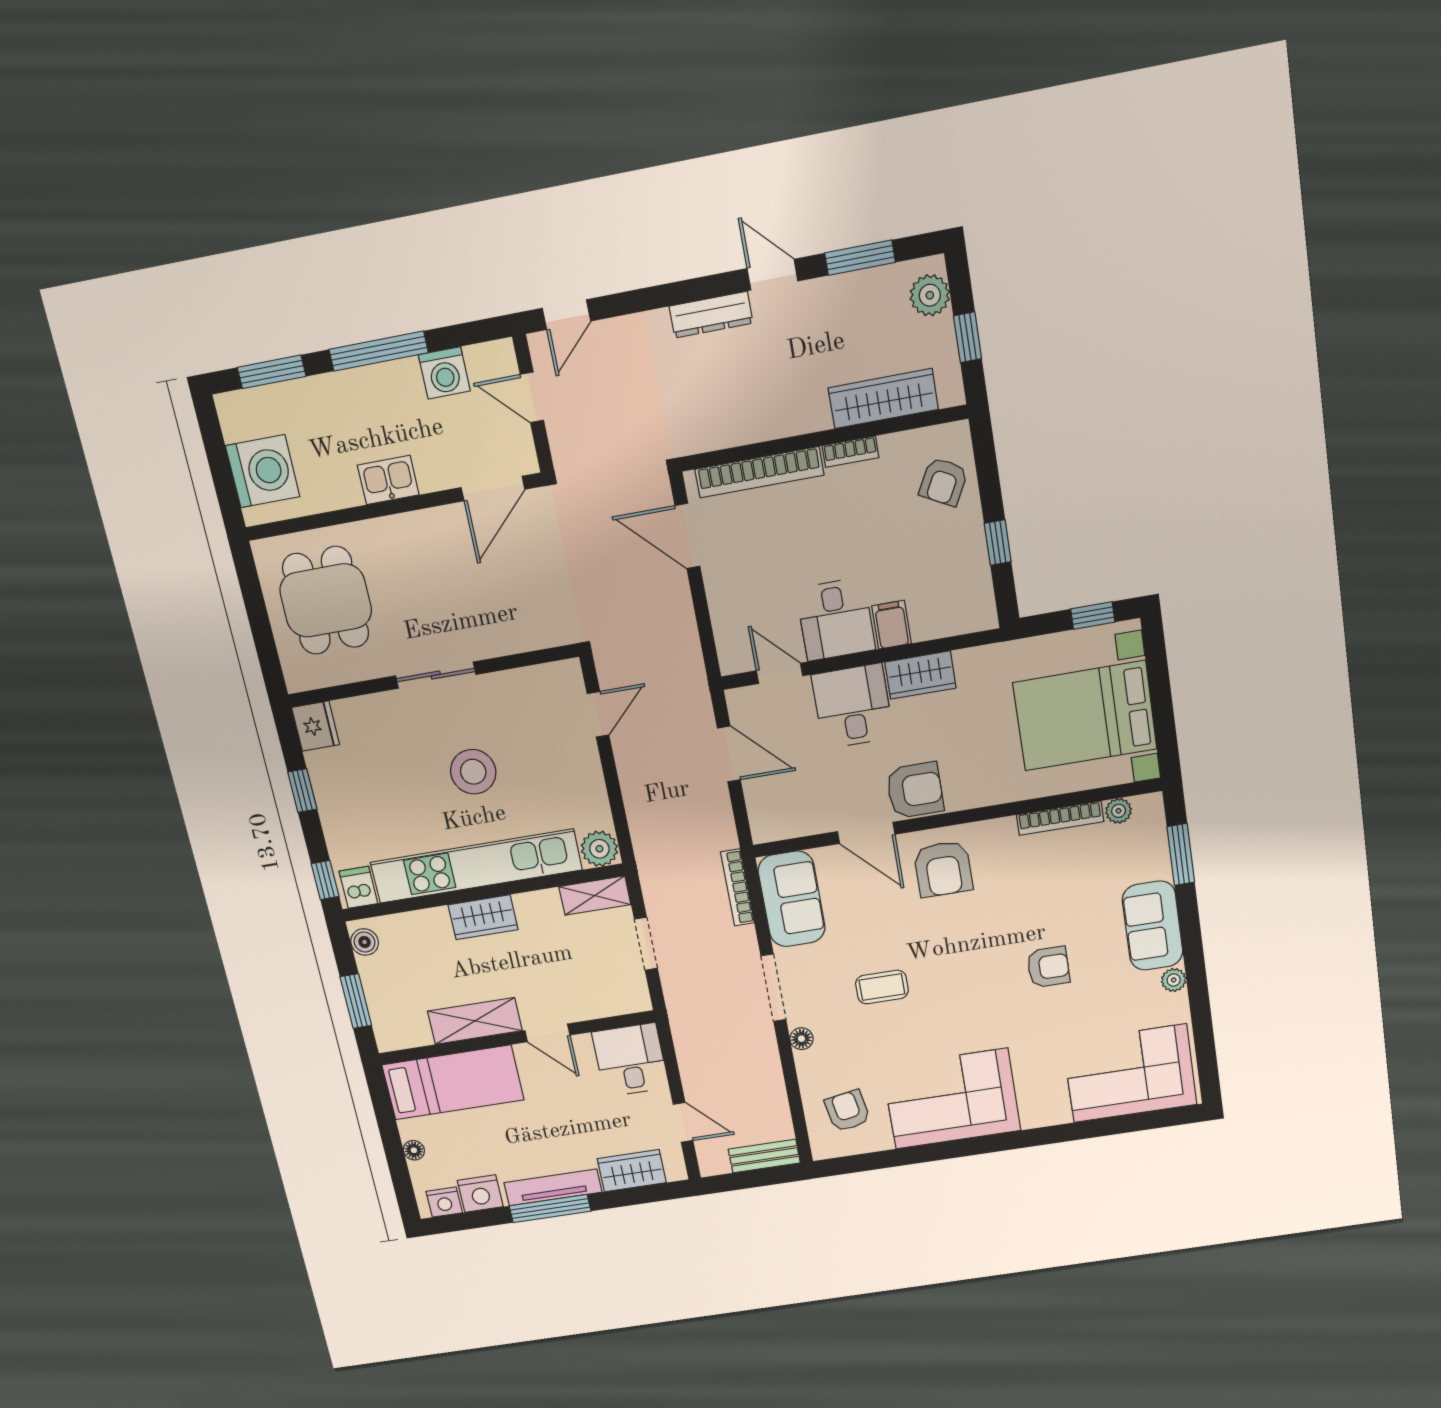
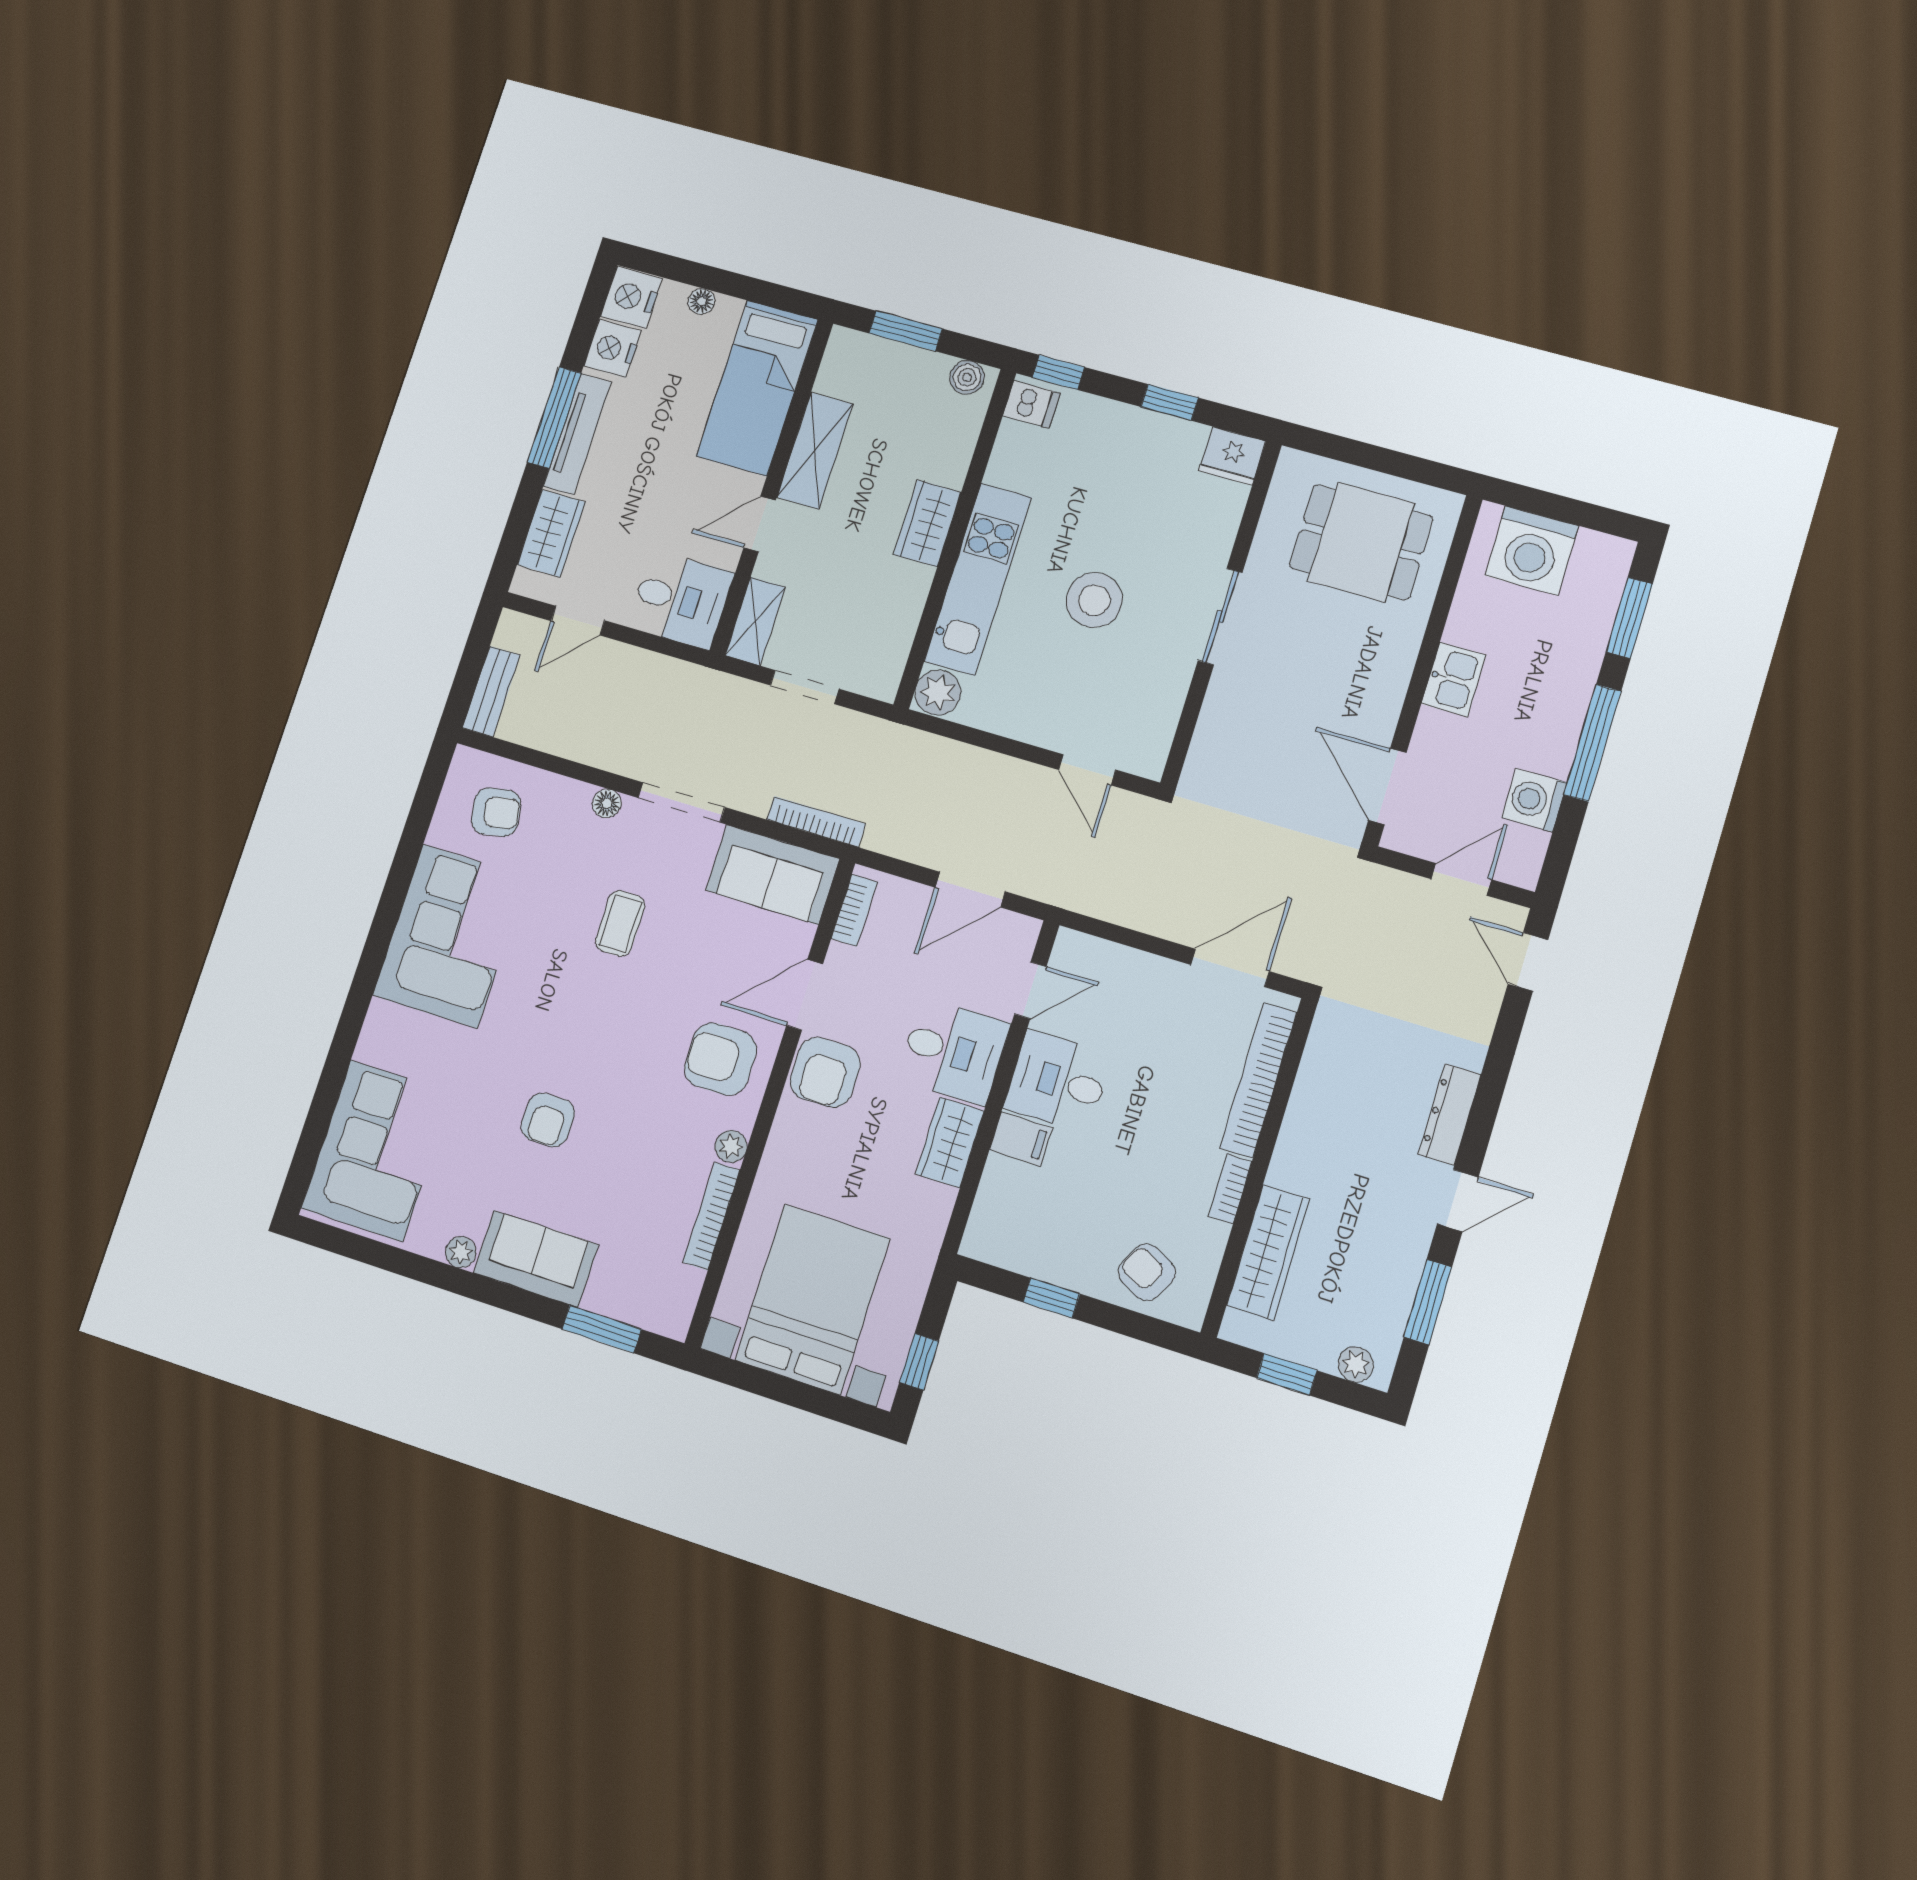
plant: (930, 295) -> (1356, 1364), width x0.73, depth x0.73
plant: (1119, 811) -> (731, 1146), moved
bookcase: (787, 829) -> (854, 910), added
kitchen unit: (476, 866) -> (978, 579), width x0.73
shelving: (595, 896) -> (755, 621), moved
nightstand: (444, 1202) -> (631, 297), width x1.36, depth x1.33

